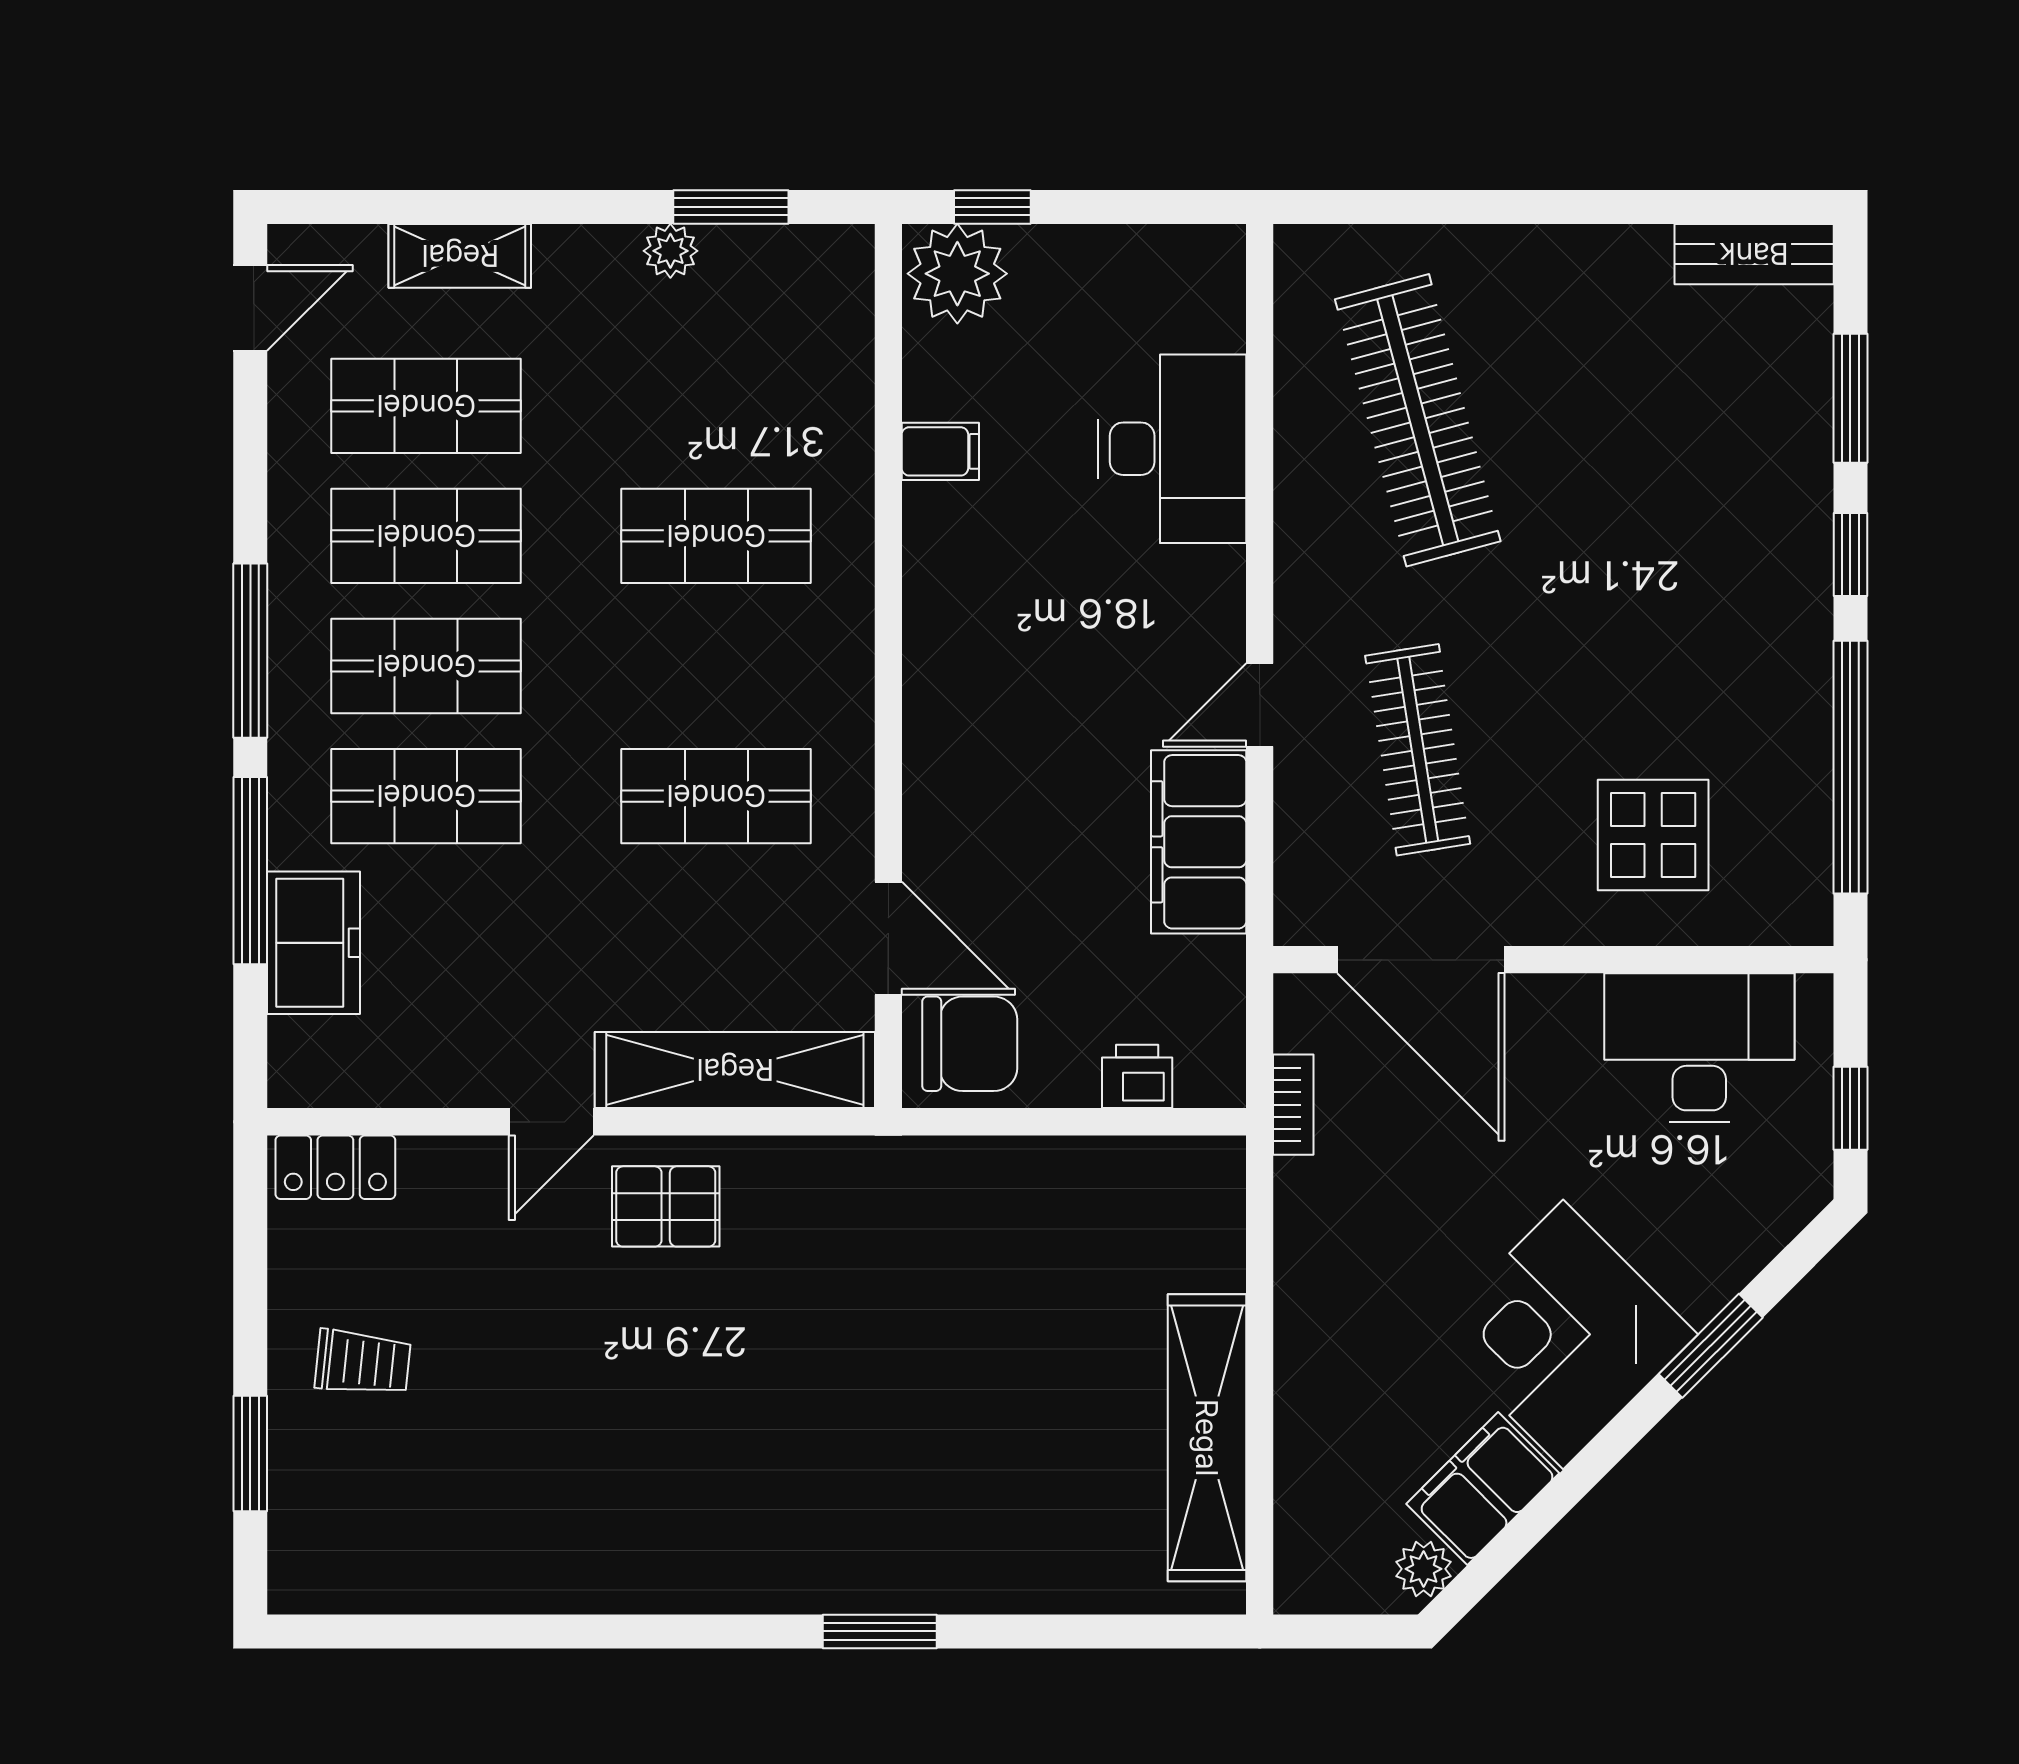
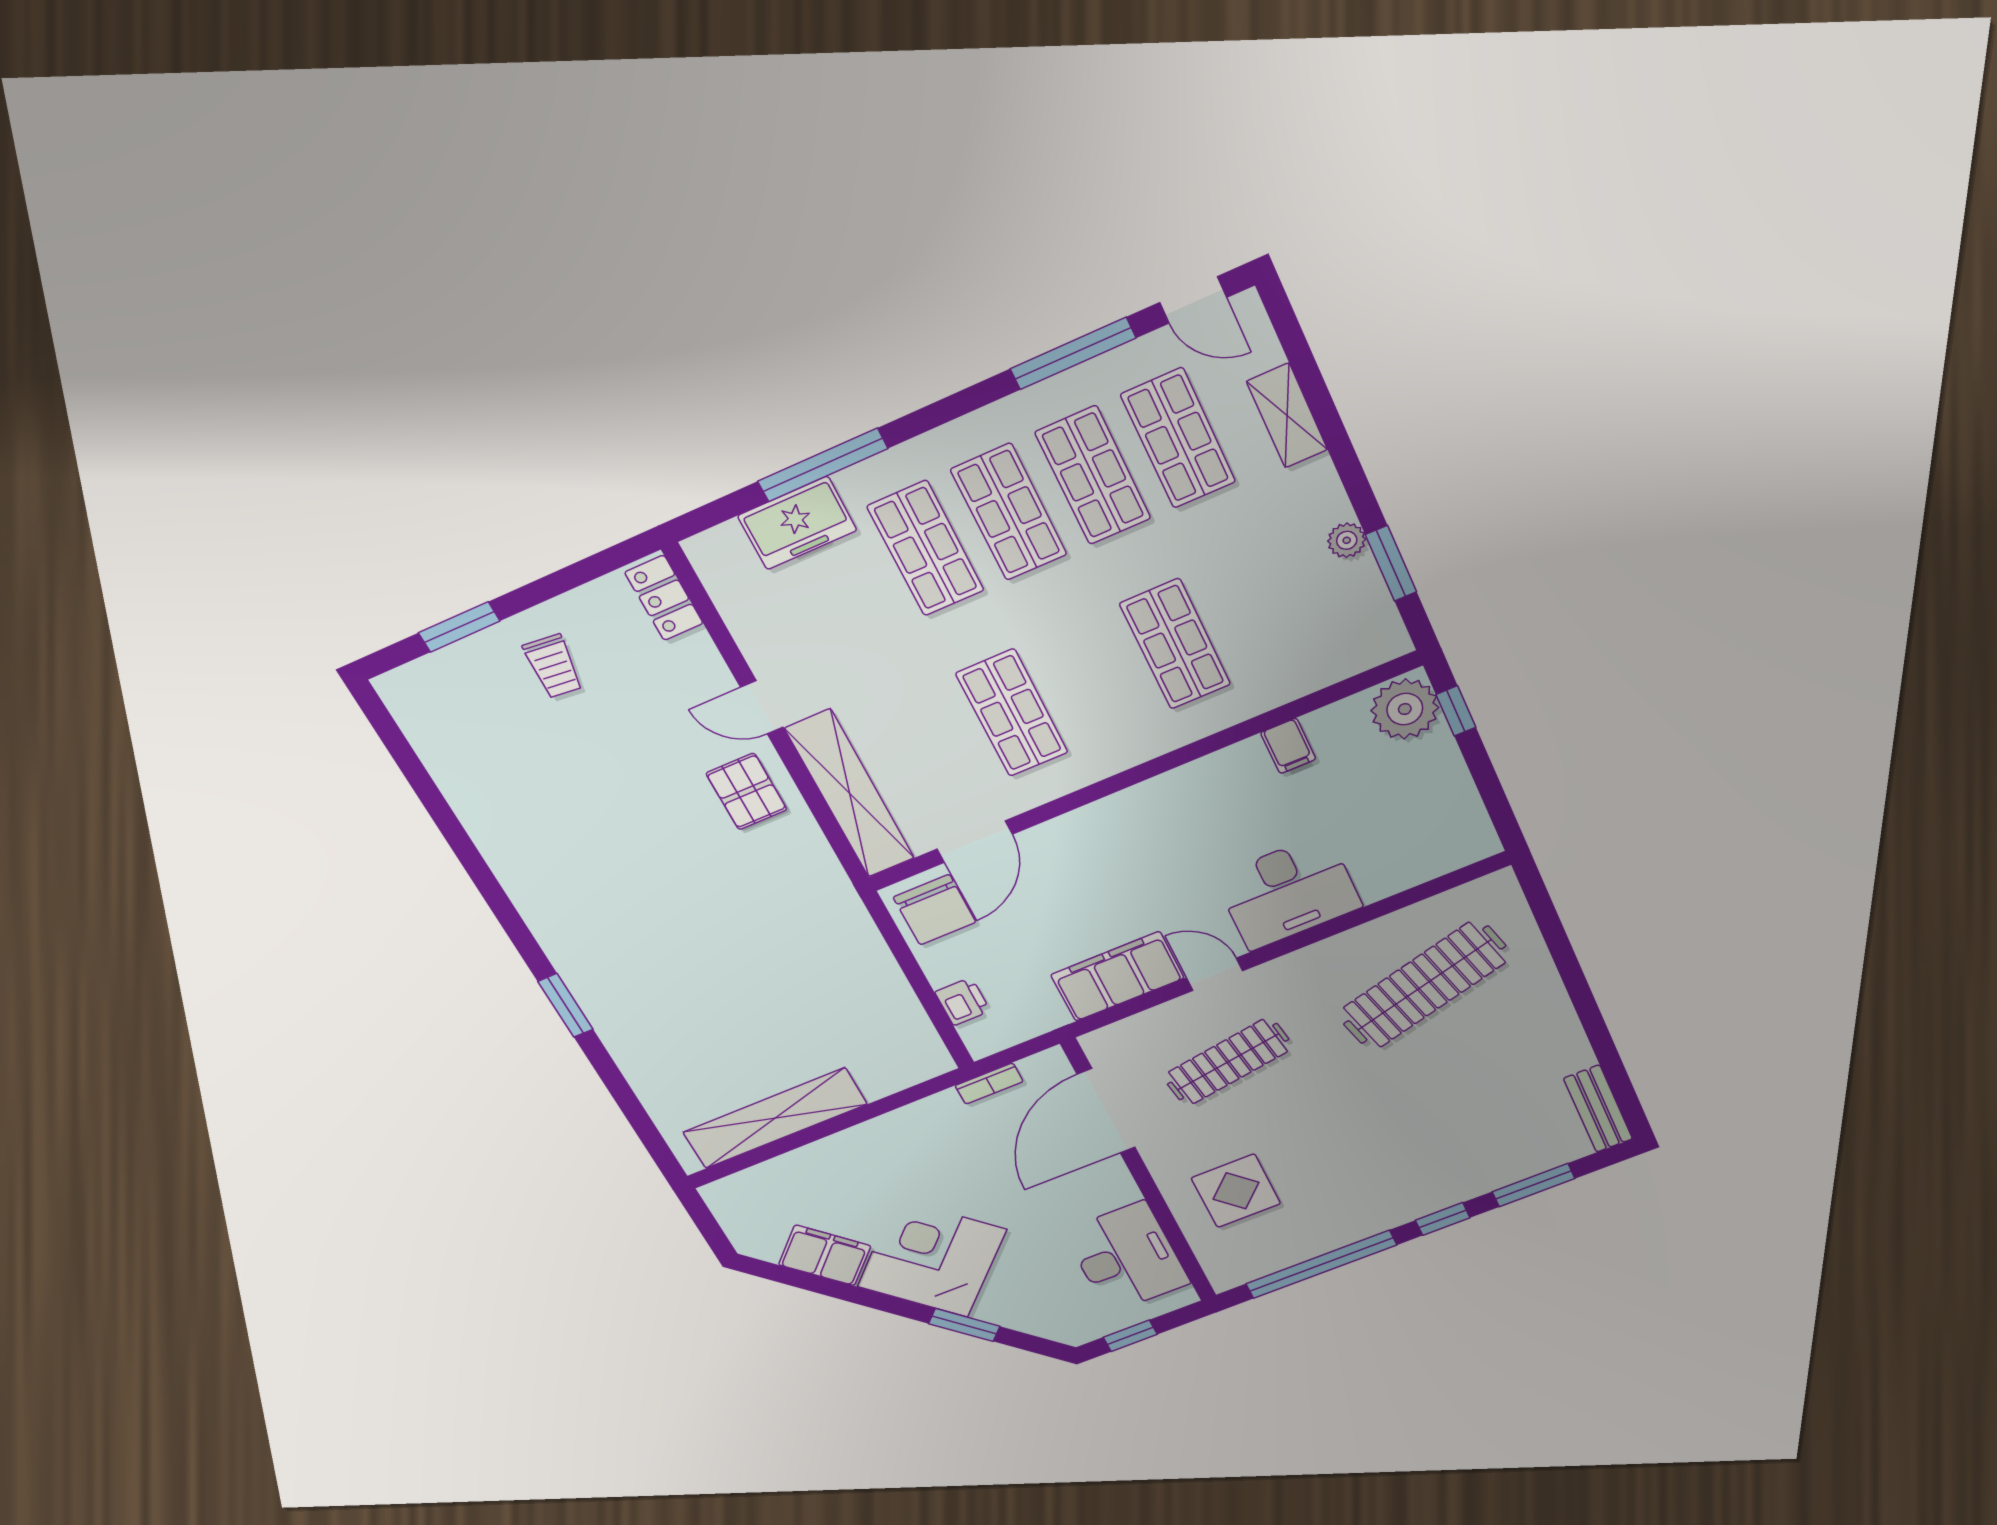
desk: (1172, 449) -> (1288, 892), moved
window: (250, 651) -> (1073, 353), moved
plant: (1424, 1569) -> (764, 1246), removed

